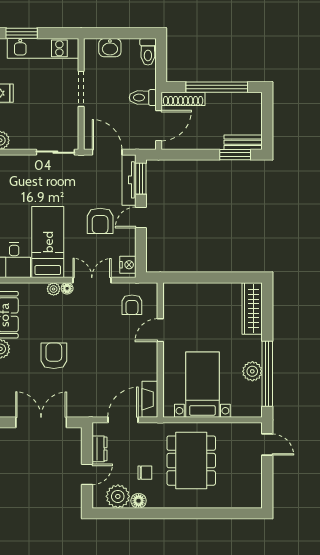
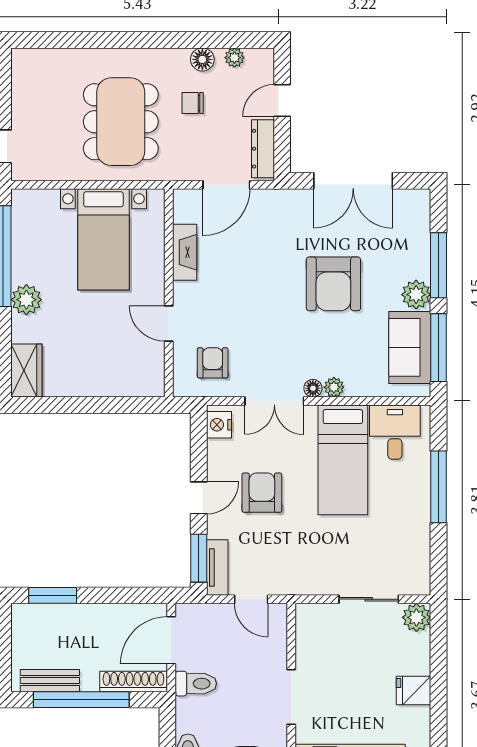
bench: (243, 142) -> (50, 681), moved
sliding door: (55, 152) -> (369, 599), moved
door: (107, 152) -> (251, 599), width x0.73
tv unit: (129, 180) -> (217, 567), width x0.71
wardrobe: (252, 308) -> (26, 370), width x0.67
door: (160, 330) -> (169, 324), swing flipped
armchair: (54, 356) -> (333, 284), width x1.36, depth x1.36
plant: (252, 371) -> (26, 300), moved
fireplace: (150, 399) -> (185, 252), moved
dresser: (99, 449) -> (263, 149), width x1.44
plant: (118, 496) -> (234, 58), width x0.53, depth x0.53

